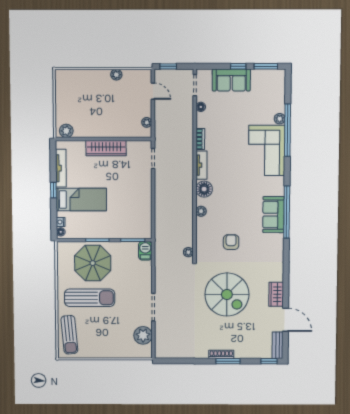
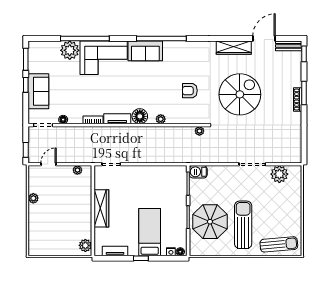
plant: (280, 119) -> (70, 50), width x1.88, depth x1.88
tv unit: (61, 168) -> (115, 251), width x0.71
sofa: (273, 215) -> (145, 51), moved
wardrobe: (276, 294) -> (234, 48), width x1.50

